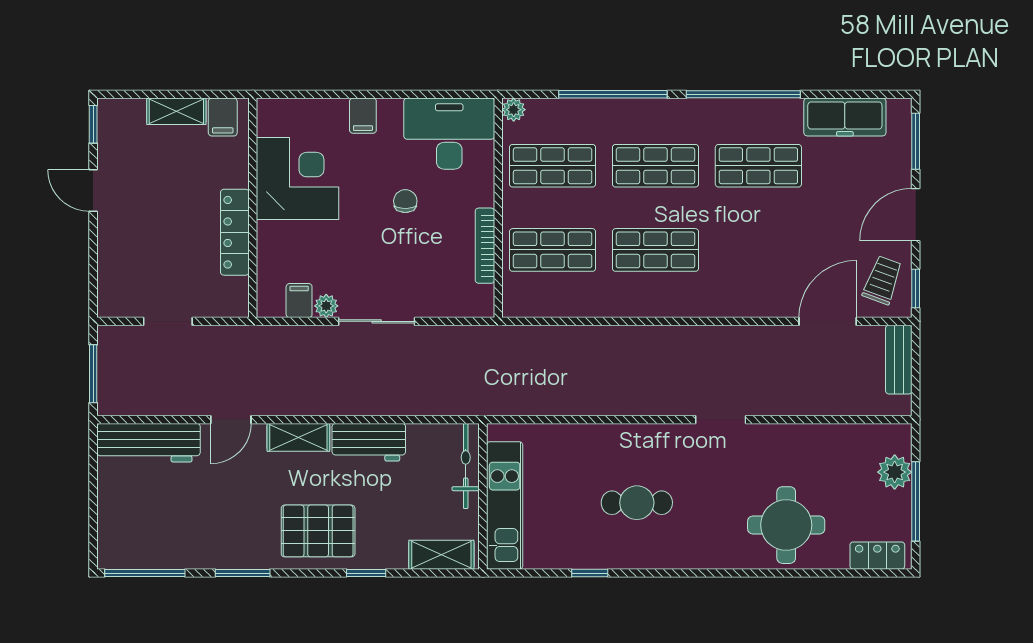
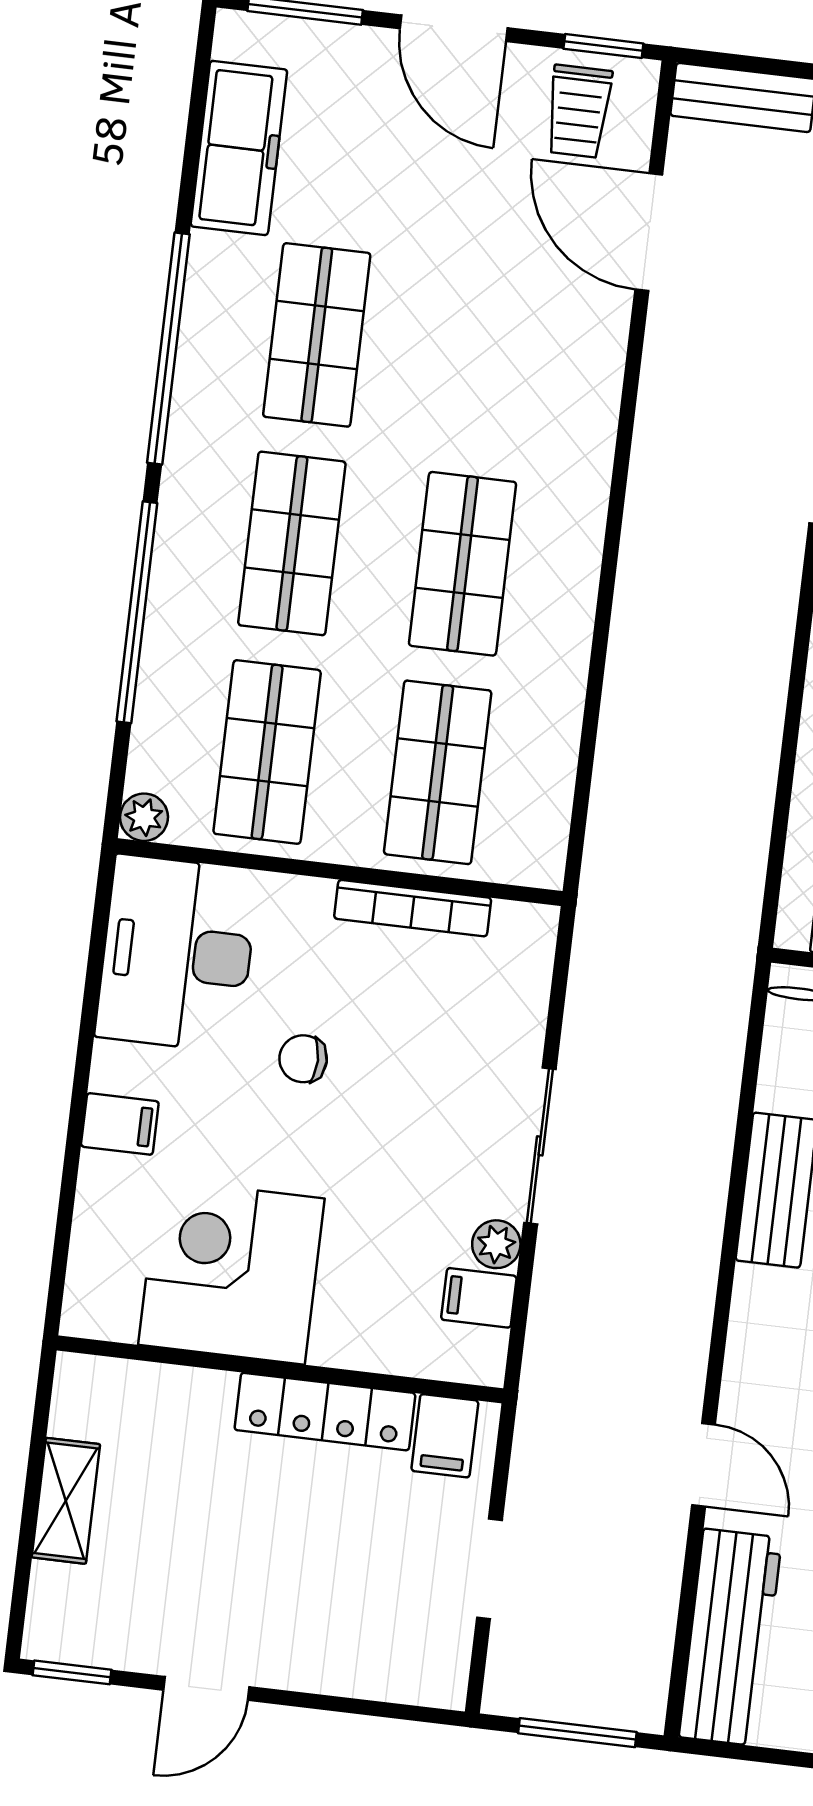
filing cabinet: (223, 117) -> (445, 1436), moved, turned 90
trolley: (882, 280) -> (579, 111), turned -110
shelving: (298, 437) -> (756, 1332), removed

